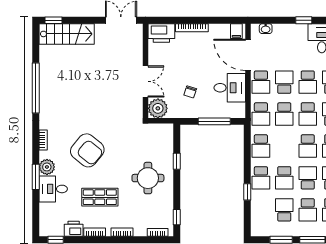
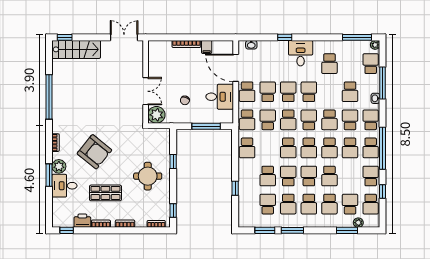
filing cabinet: (236, 31) -> (207, 47), moved
printer: (161, 33) -> (160, 49), removed
school desk: (308, 82) -> (288, 92), turned 180
school desk: (284, 114) -> (268, 120), turned 180
school desk: (261, 178) -> (247, 176), removed

